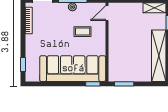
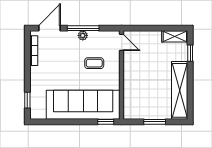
door: (107, 13) -> (122, 42), swing flipped
window: (124, 84) -> (155, 122), moved

